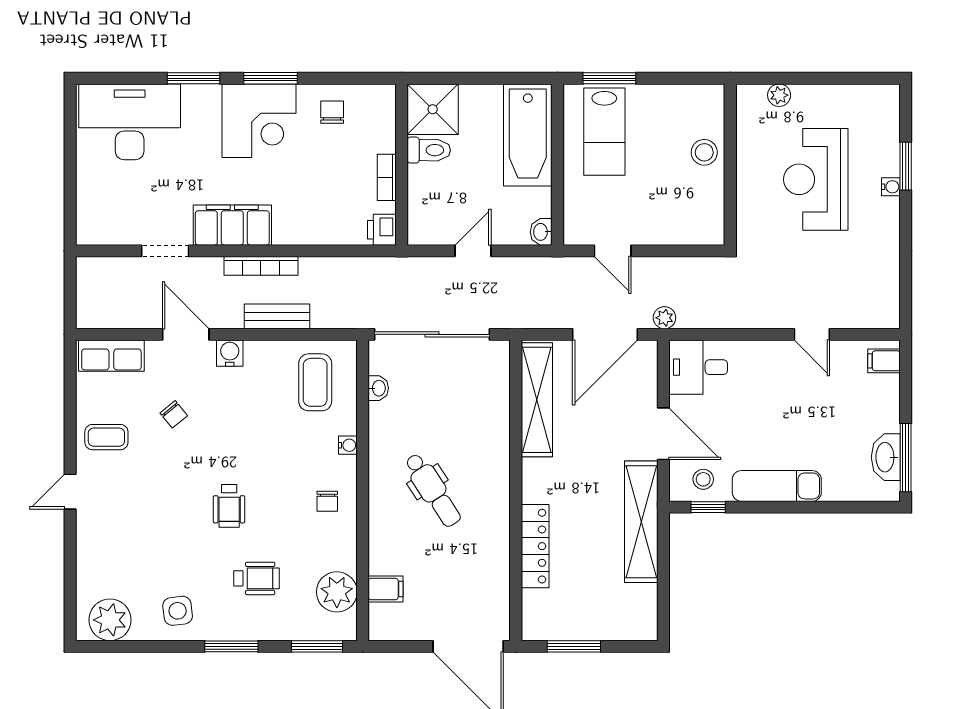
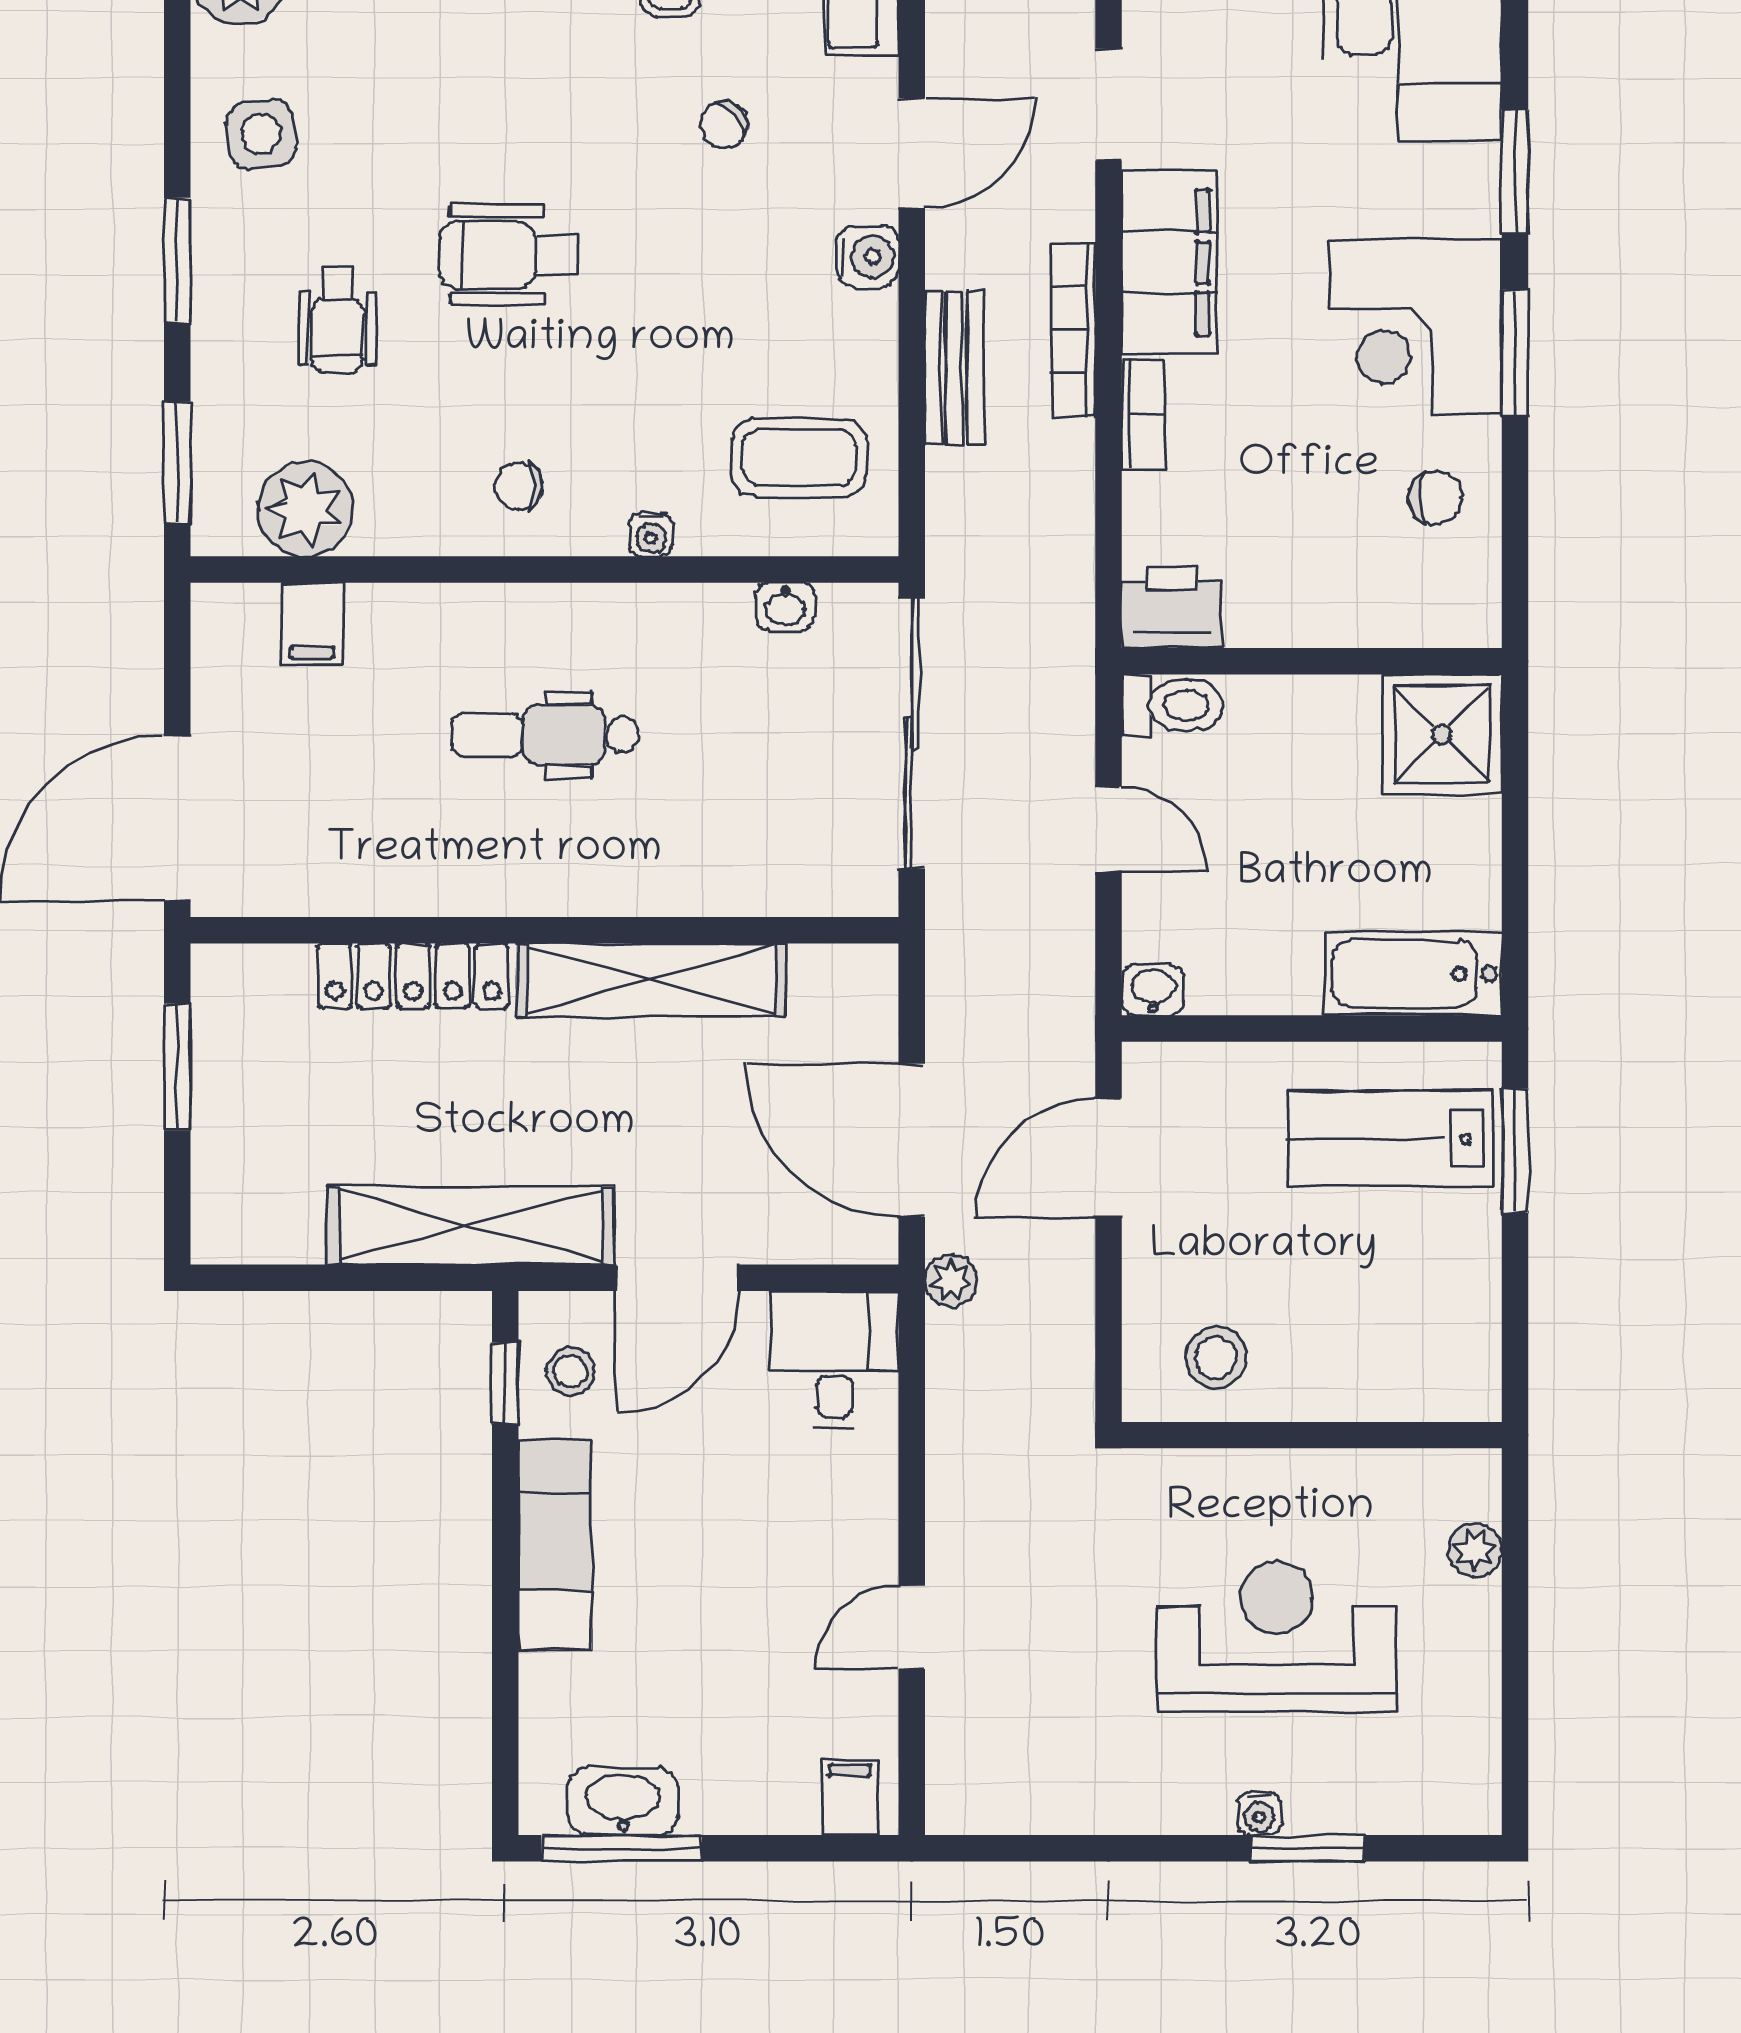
bathtub: (528, 135) -> (1414, 974), width x0.73, depth x0.73
toilet: (429, 150) -> (1173, 705), moved, turned -90
stool: (704, 152) -> (1216, 1357), moved
bookcase: (387, 177) -> (1143, 414), moved, turned 90
printer: (382, 230) -> (1172, 607), width x1.36, depth x1.24
door: (613, 251) -> (1108, 1158), width x1.38
shelving: (537, 400) -> (651, 980), moved
dental chair: (433, 490) -> (545, 735), turned 33
wheelchair: (229, 506) -> (508, 255), width x1.36, depth x1.37

